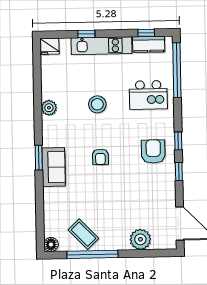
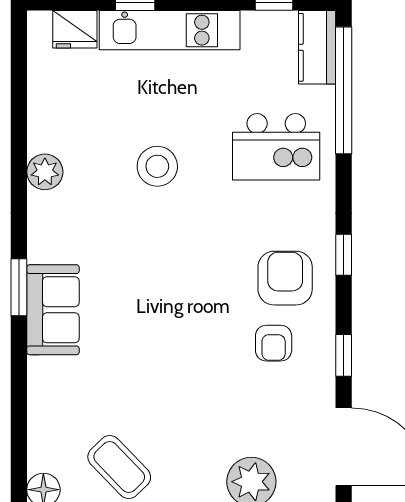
kitchen counter: (149, 44) -> (317, 47), moved, turned 90
fridge: (49, 46) -> (75, 29), moved
armchair: (100, 157) -> (274, 343), moved
window: (179, 172) -> (344, 355), moved

